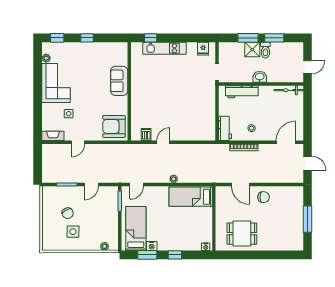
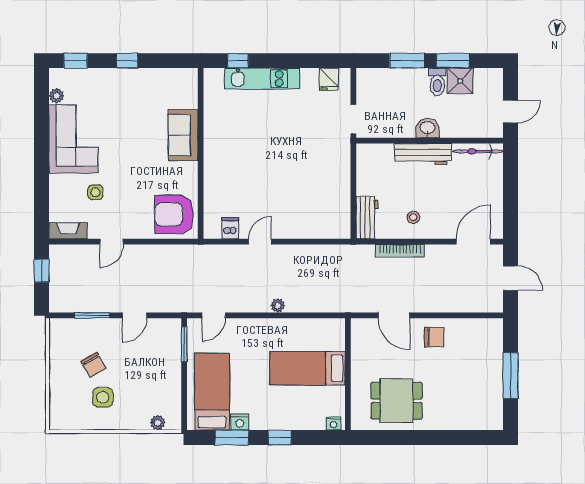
shower: (252, 50) -> (460, 81), moved
workbench: (242, 92) -> (423, 154), moved
window: (38, 159) -> (42, 271), added
bed: (191, 197) -> (307, 368), moved

